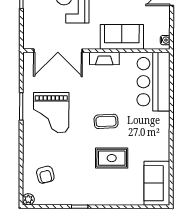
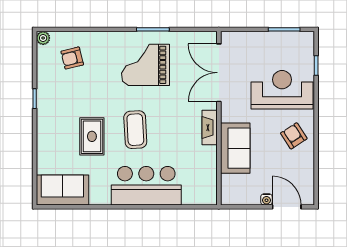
water cooler: (165, 40) -> (266, 199), moved
bar counter: (154, 82) -> (146, 186), moved
coffee table: (106, 121) -> (135, 130), width x1.36, depth x1.30

